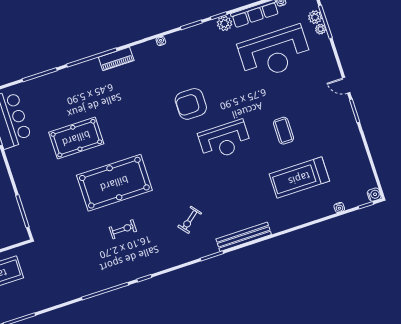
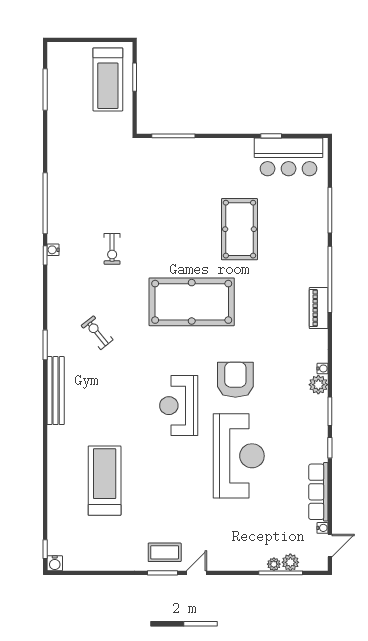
plant: (225, 23) -> (318, 385), moved
reception desk: (274, 53) -> (239, 456), moved, turned 180
coffee table: (283, 131) -> (165, 552), moved
pool table: (114, 183) -> (192, 302), moved, turned 90
water cooler: (339, 207) -> (53, 250), moved

